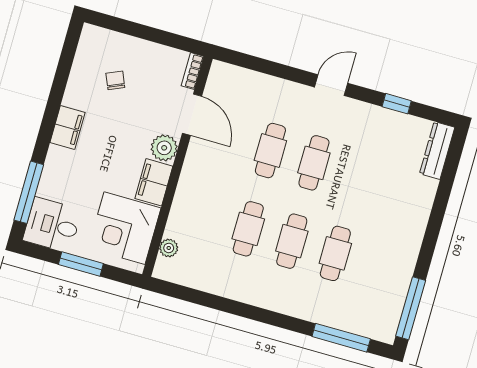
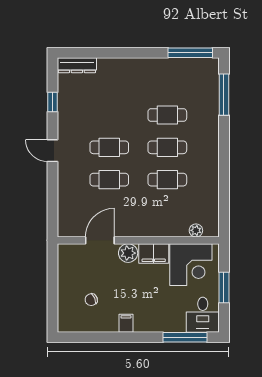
bookcase: (192, 71) -> (70, 249), removed
filing cabinet: (68, 127) -> (126, 323), width x0.50

